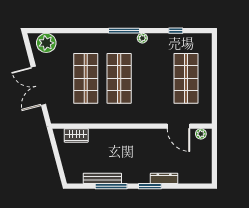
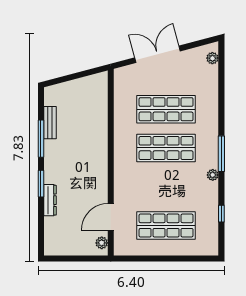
plant: (46, 43) -> (212, 58), width x0.53, depth x0.53
wardrobe: (76, 135) -> (100, 98), removed
bench: (102, 178) -> (50, 123), width x0.73

